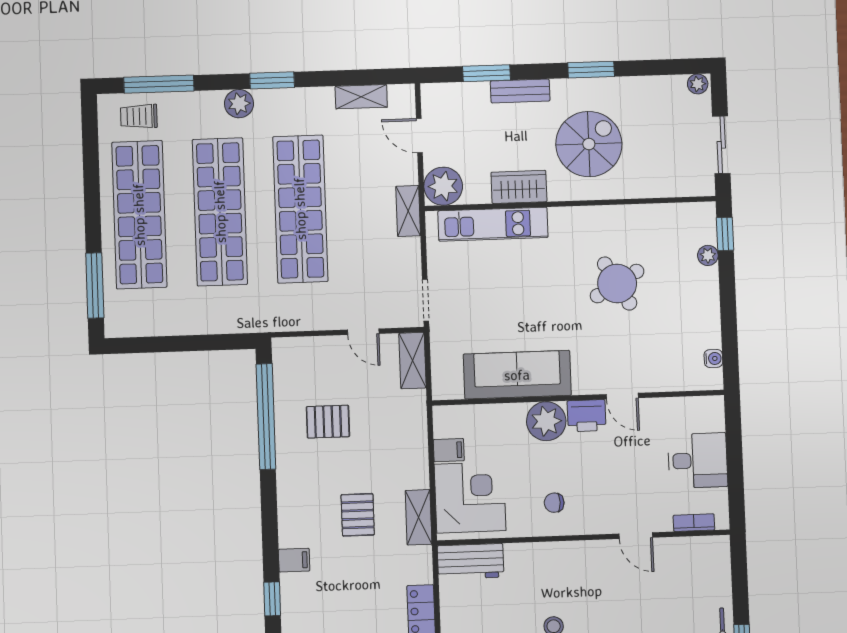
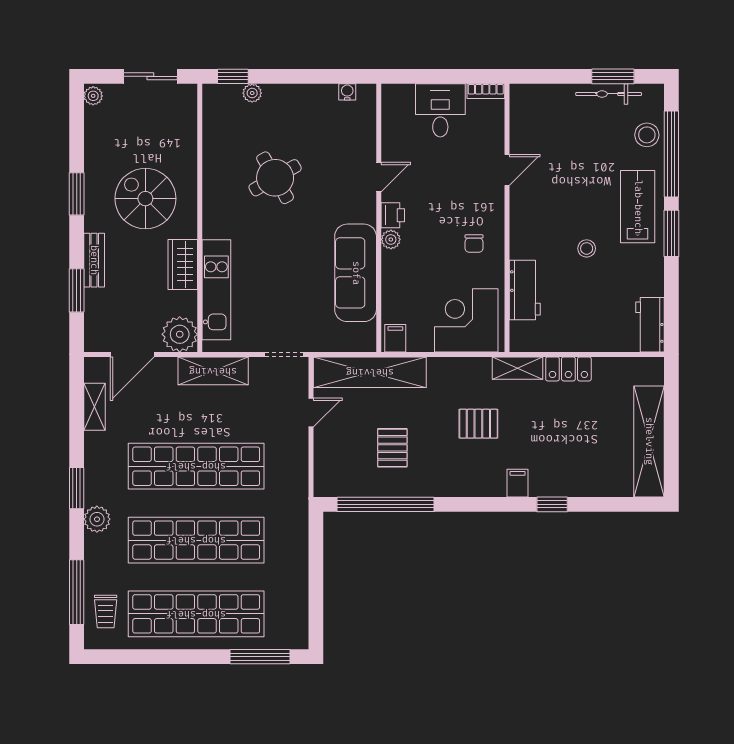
door: (419, 136) -> (132, 354), width x1.38
shelving: (408, 211) -> (213, 371), width x1.50, depth x1.33
shelving: (413, 360) -> (370, 372), width x2.20, depth x1.33
printer: (587, 416) -> (393, 215), width x0.73, depth x0.81
plant: (546, 421) -> (391, 239), width x0.53, depth x0.53
filing cabinet: (449, 450) -> (395, 338), moved
shelving: (419, 517) -> (517, 368), moved
bookcase: (694, 523) -> (486, 91), moved, turned -90
workbench: (471, 561) -> (525, 290), moved

